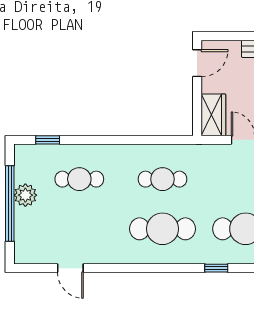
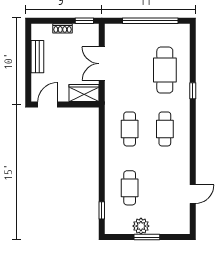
door: (197, 63) -> (48, 104), hinge flipped
window: (10, 203) -> (147, 237), width x0.47
cafe table: (162, 229) -> (165, 129), width x0.73, depth x0.74

